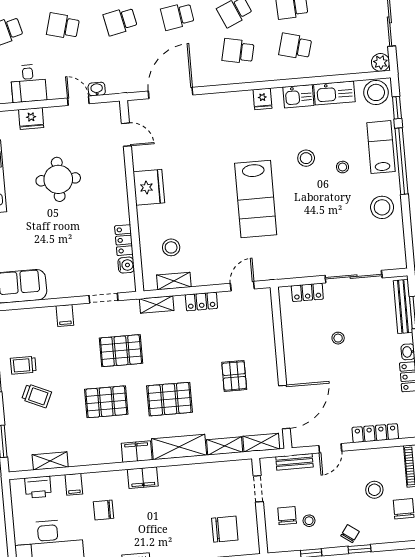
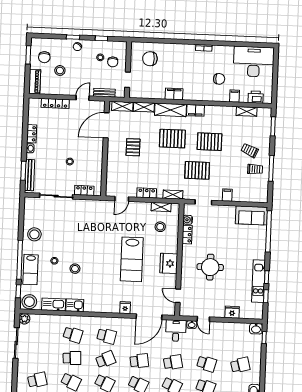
desk: (28, 83) -> (176, 331), moved
fridge: (262, 99) -> (125, 308), moved
round table: (58, 179) -> (210, 267), moved
lab bench: (256, 199) -> (132, 259), moved, turned 180
filing cabinet: (143, 478) -> (174, 94), moved

